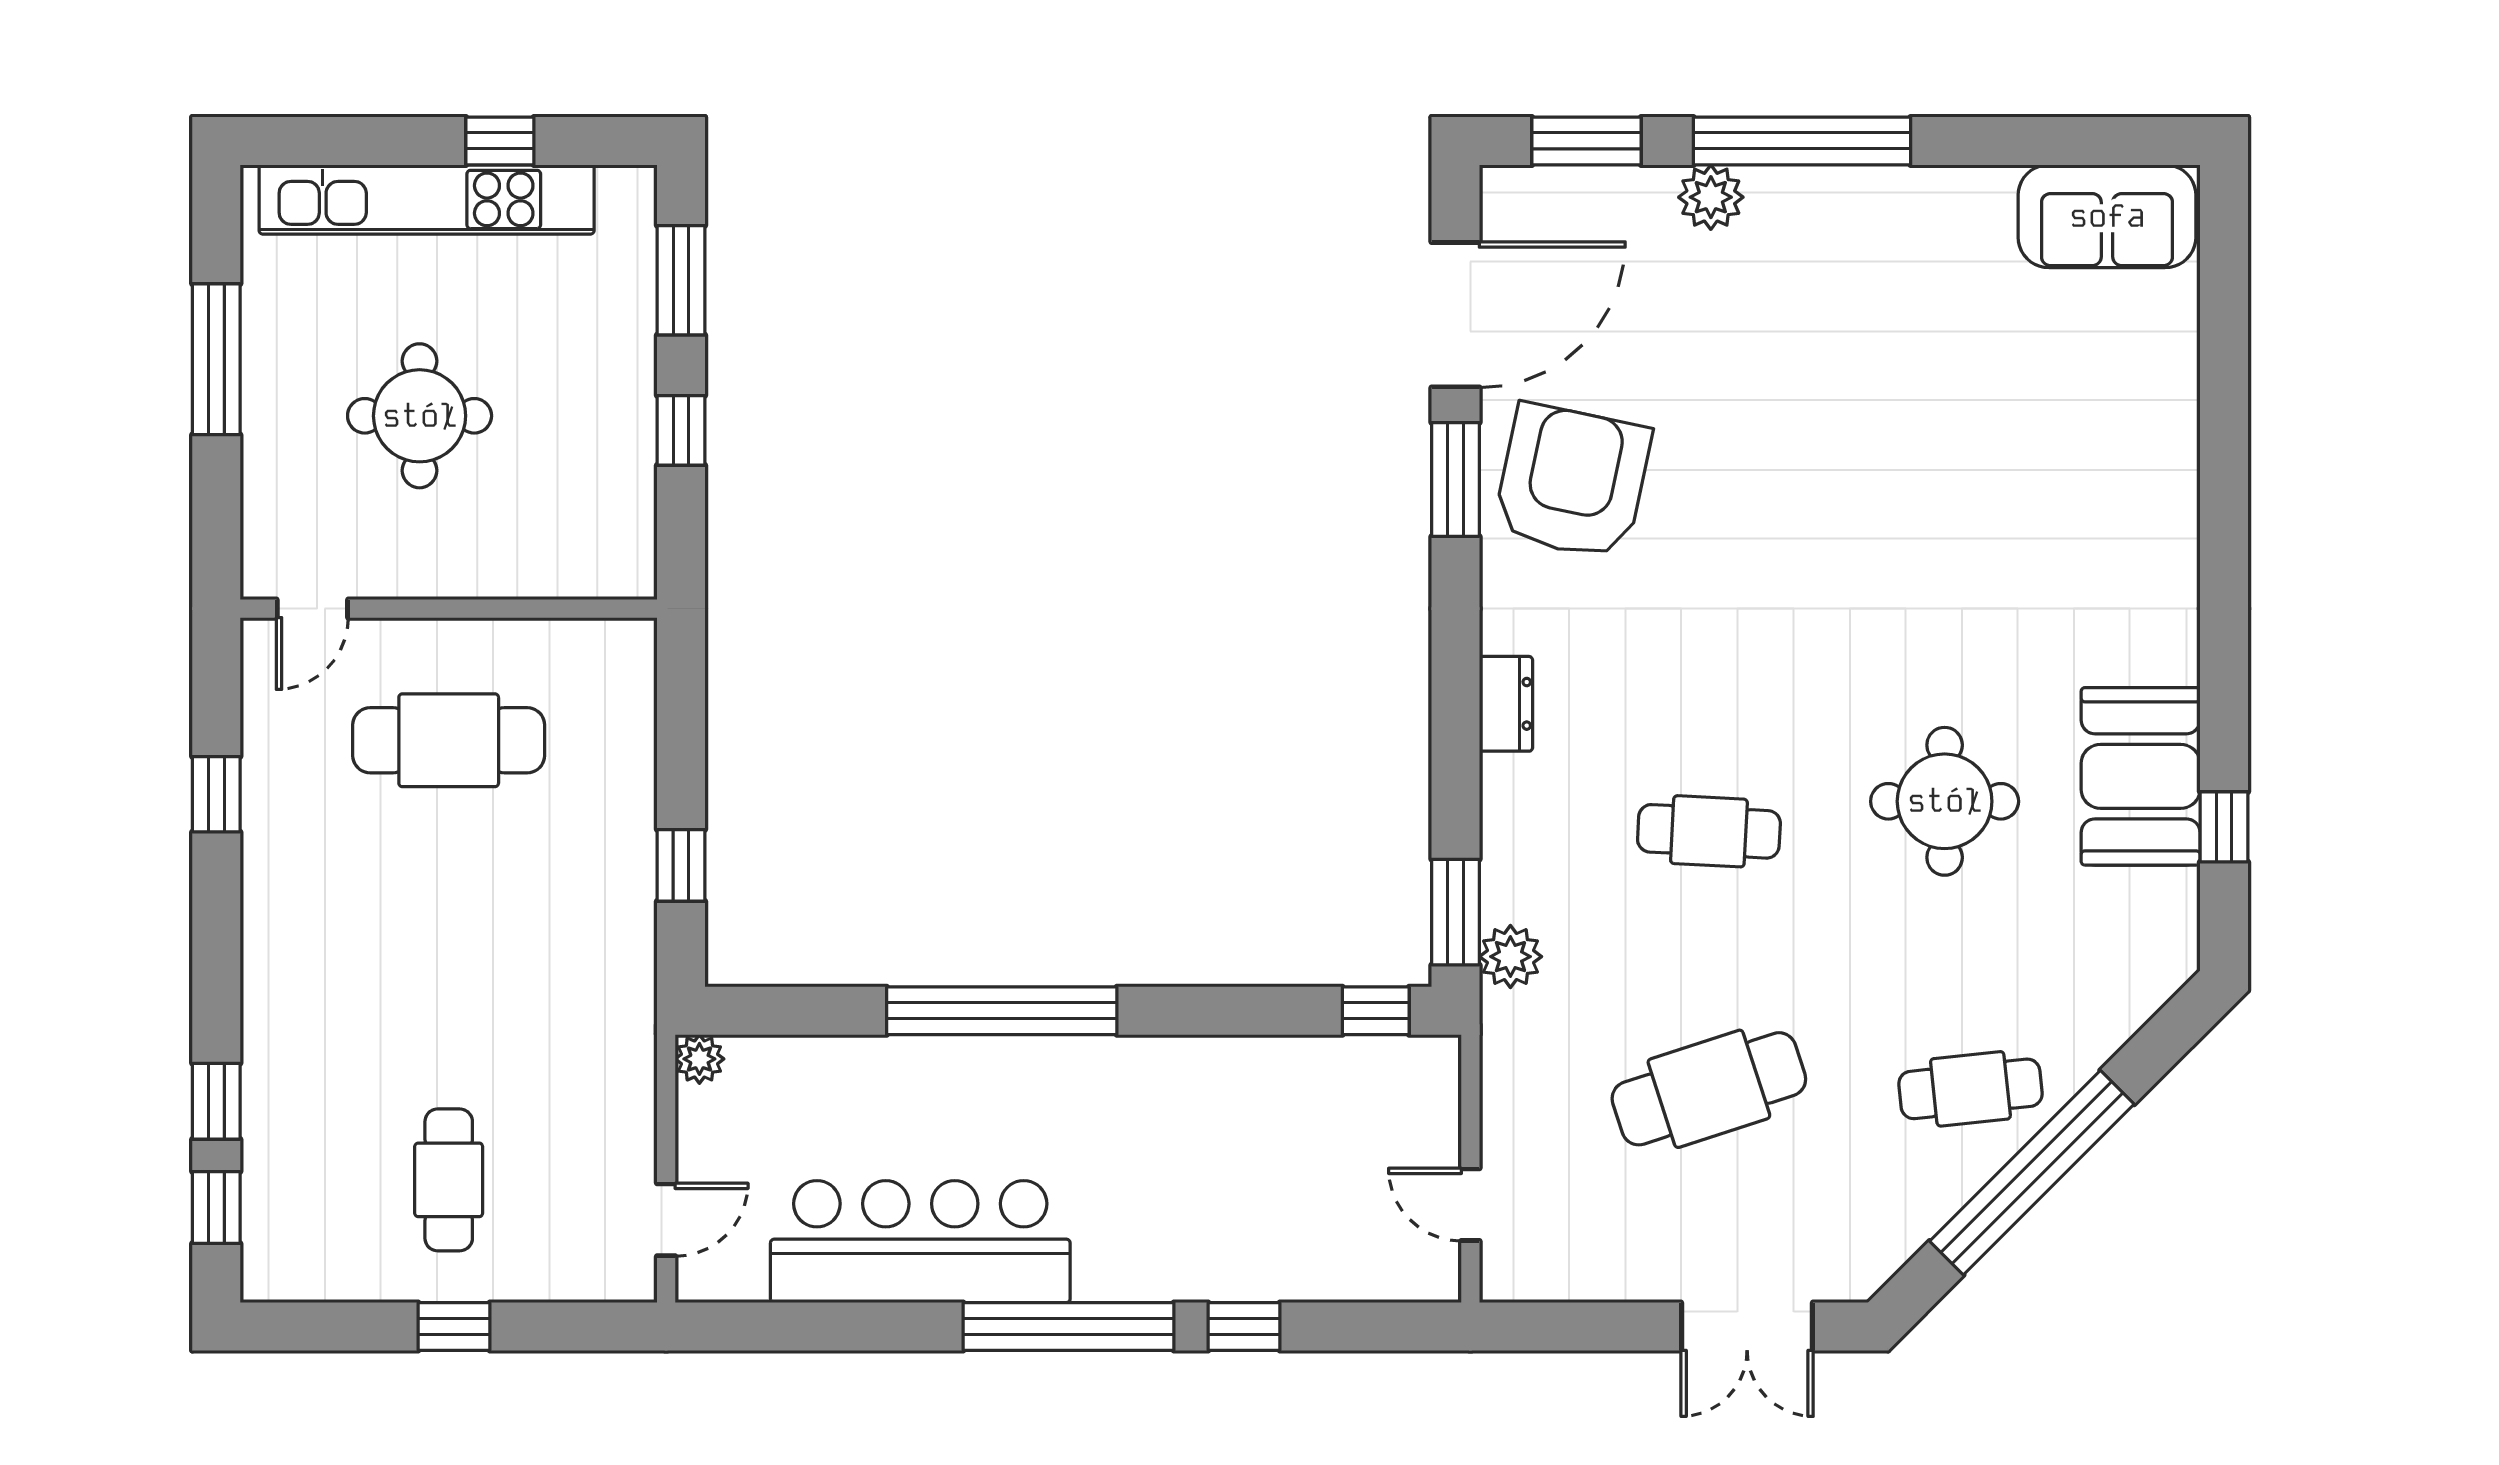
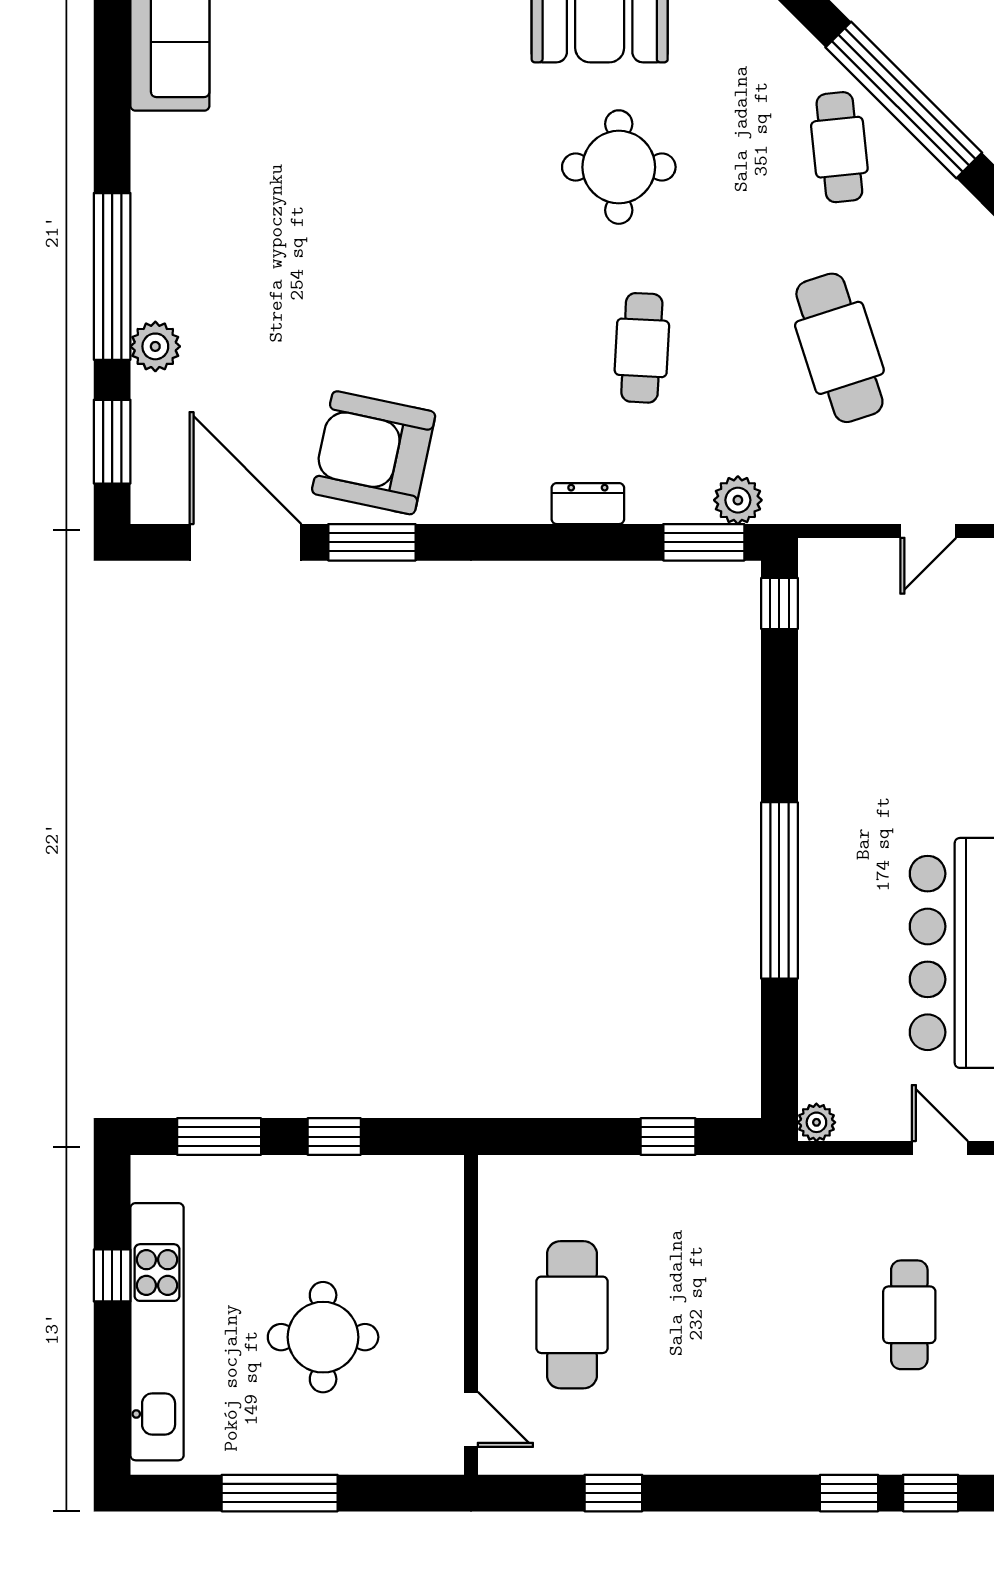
dresser: (1506, 704) -> (588, 504), moved
cafe table: (449, 1180) -> (909, 1315), turned 90

